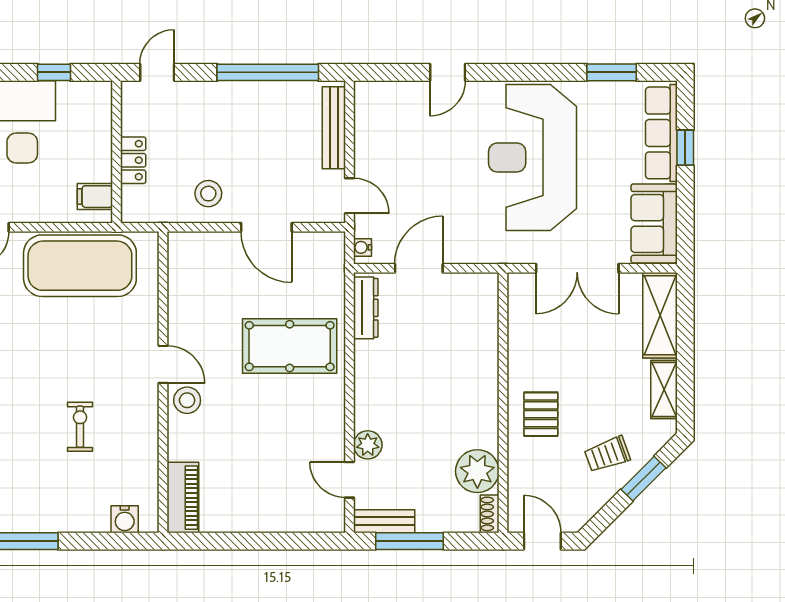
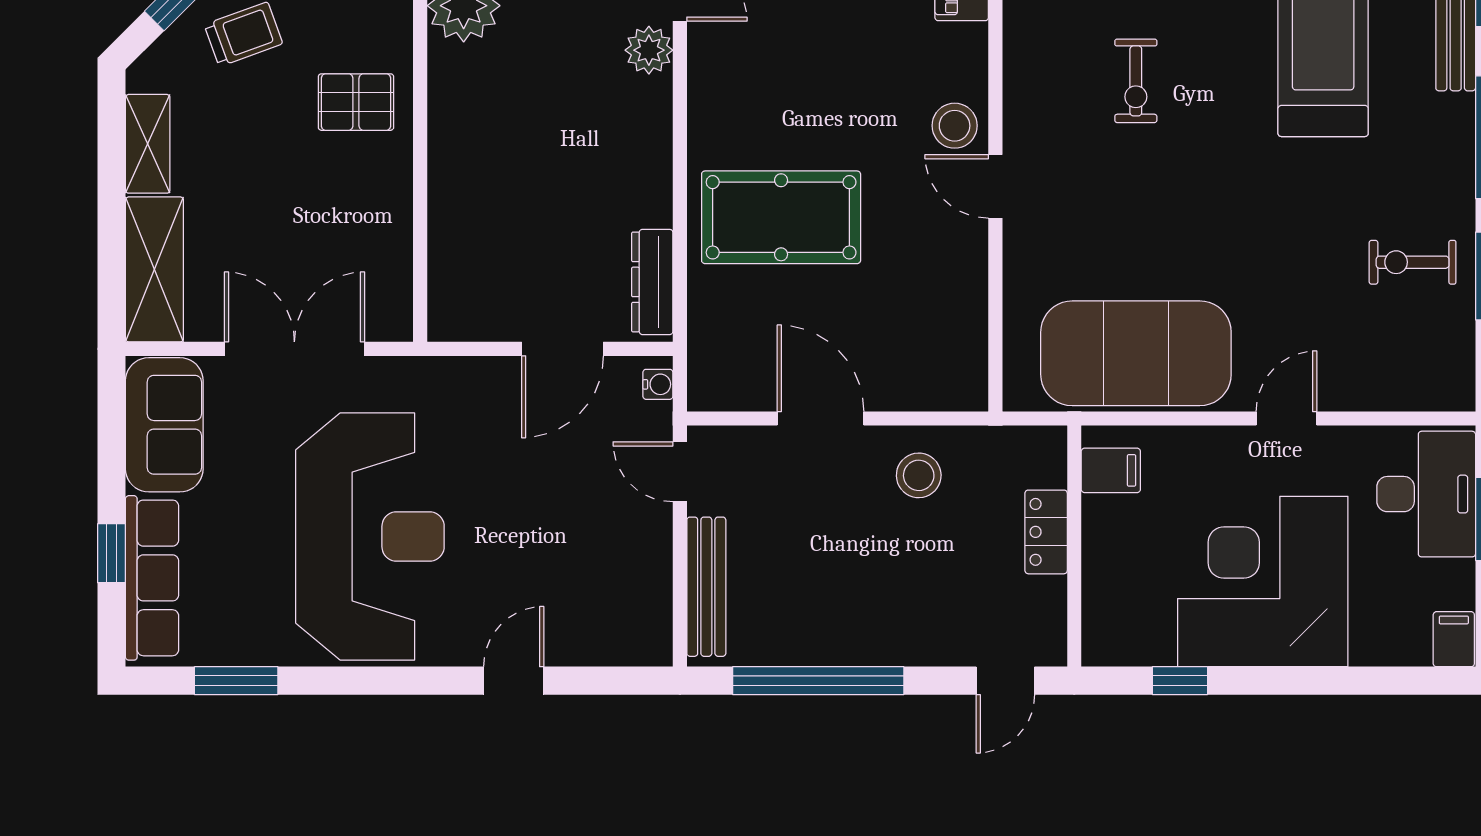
pallet: (541, 414) -> (356, 102), turned 90

